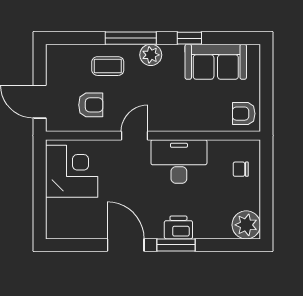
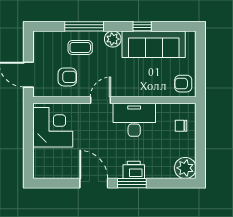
window: (131, 38) -> (84, 26), moved
sofa: (216, 62) -> (154, 44), width x1.36

